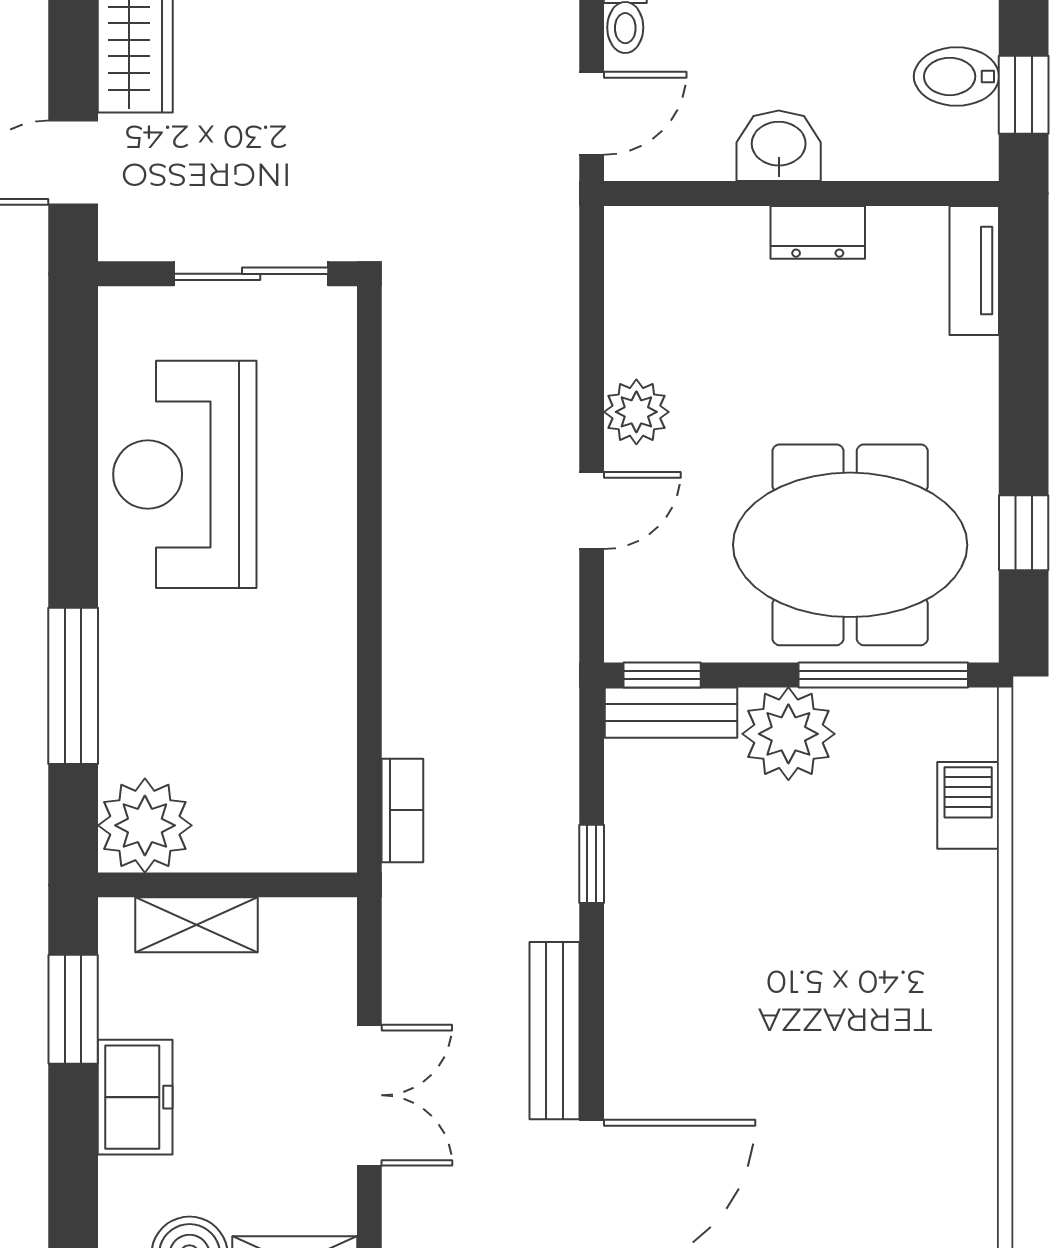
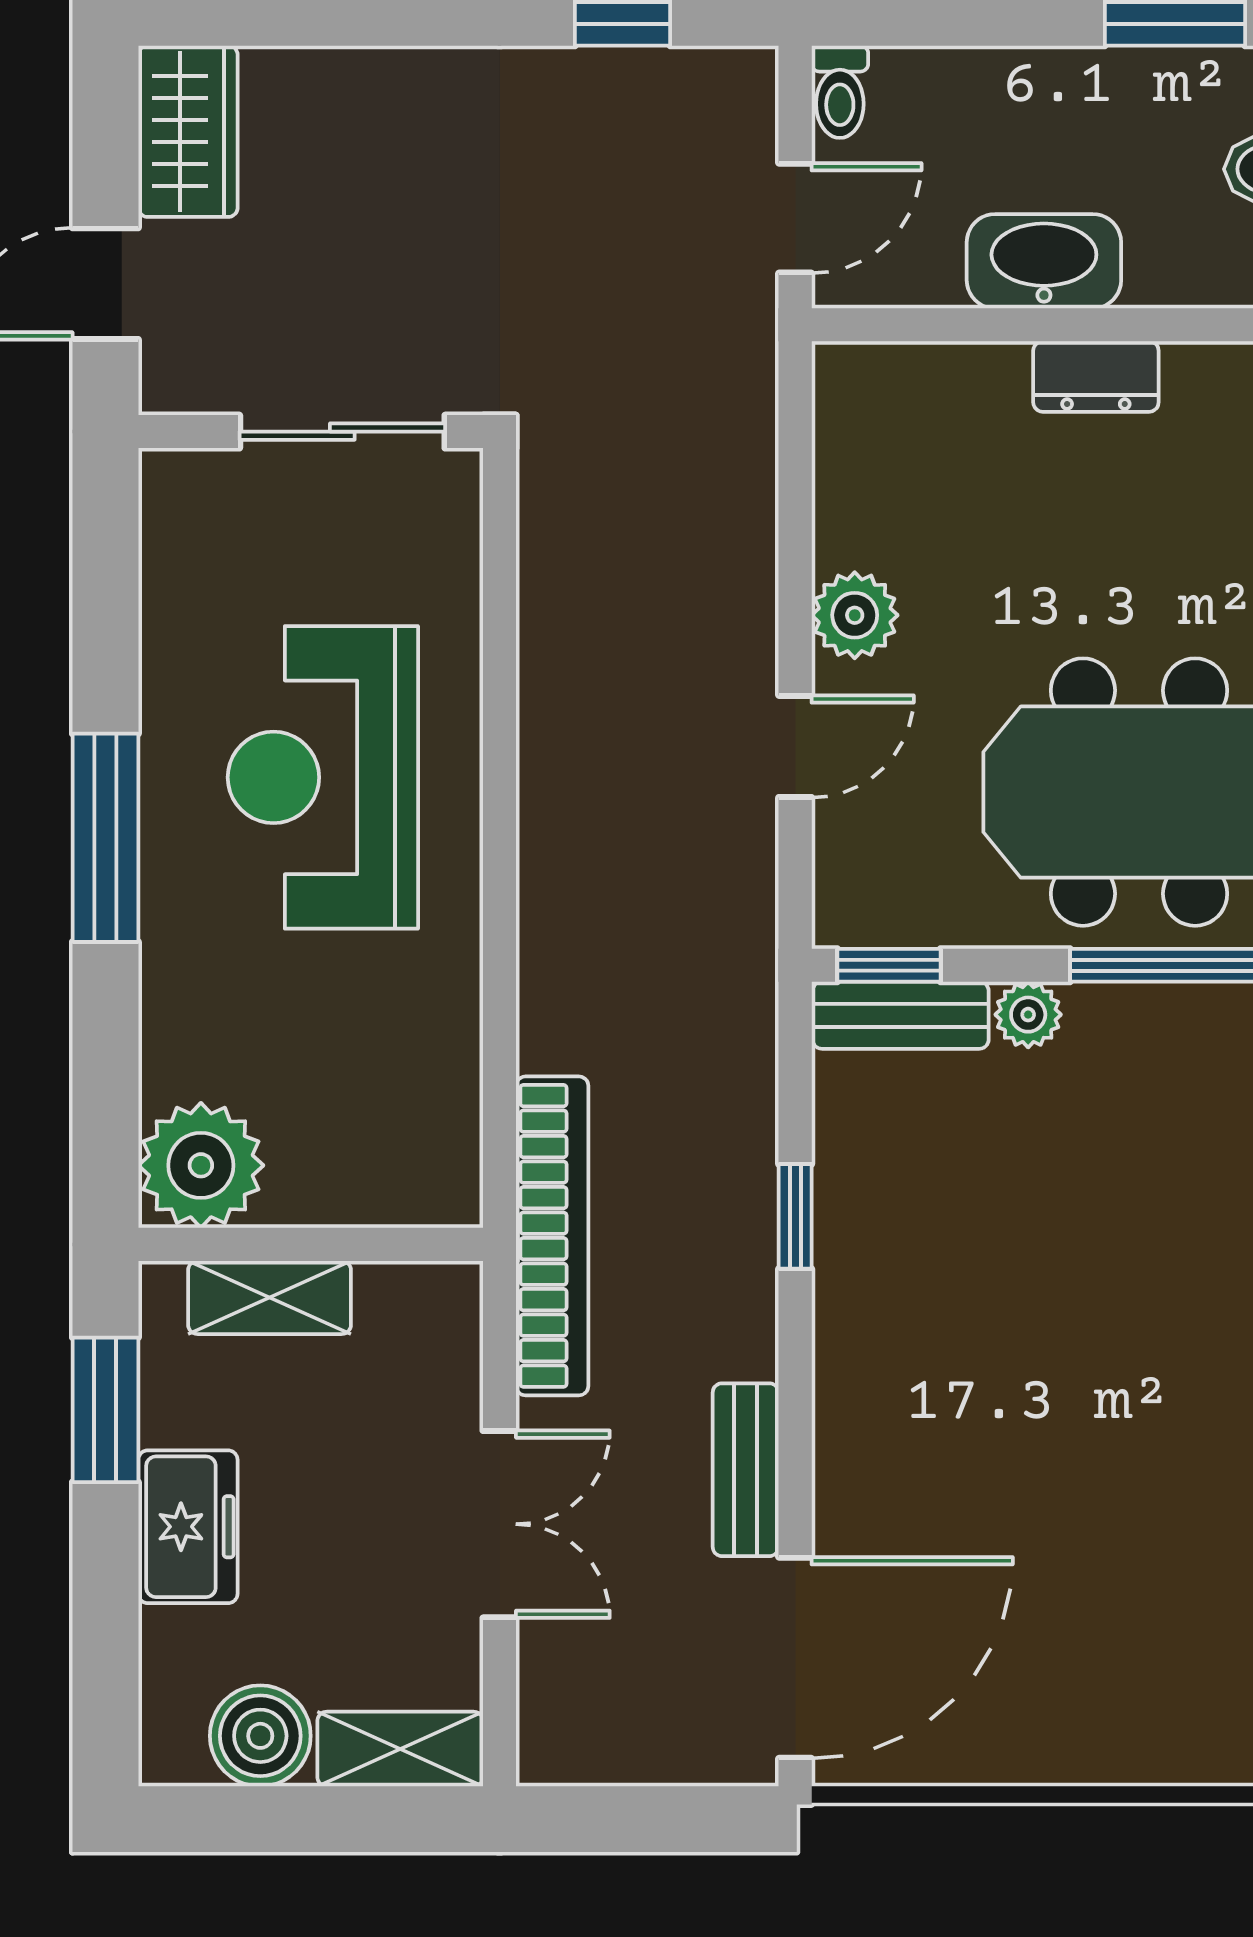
washbasin: (779, 146) -> (1044, 261), width x1.38
reception desk: (185, 474) -> (323, 777), moved
window: (73, 686) -> (105, 838), moved
plant: (788, 734) -> (1028, 1015), width x0.53, depth x0.53
bookcase: (402, 810) -> (552, 1236), width x2.31, depth x1.31
bench: (554, 1031) -> (746, 1470), width x0.73

